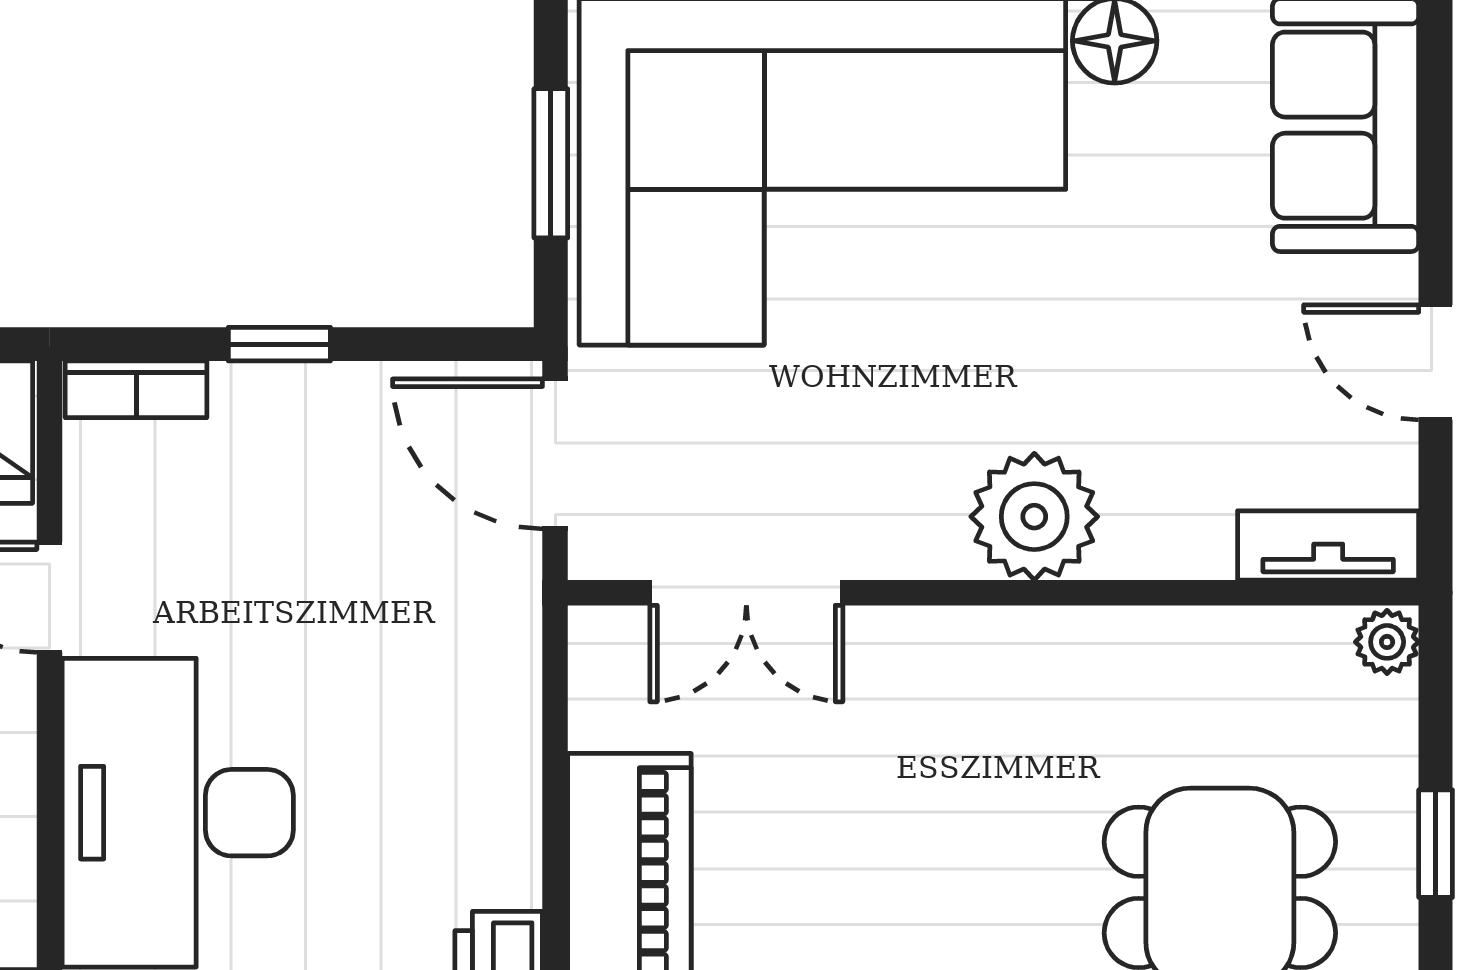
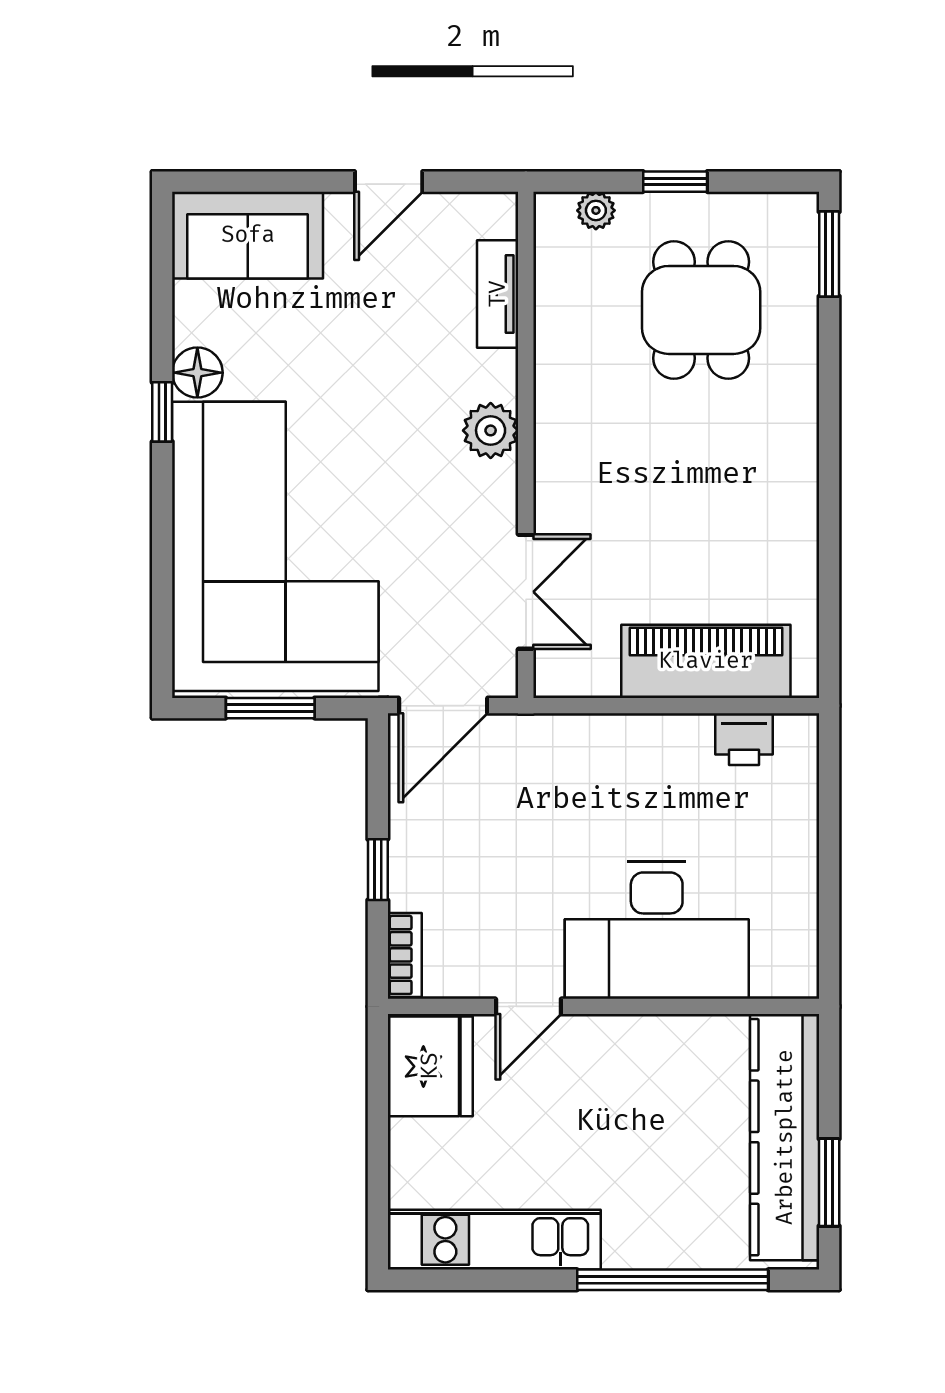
plant: (1034, 517) -> (491, 430), width x0.73, depth x0.73
tv unit: (1328, 545) -> (498, 294), moved
plant: (1387, 642) -> (596, 210), moved

